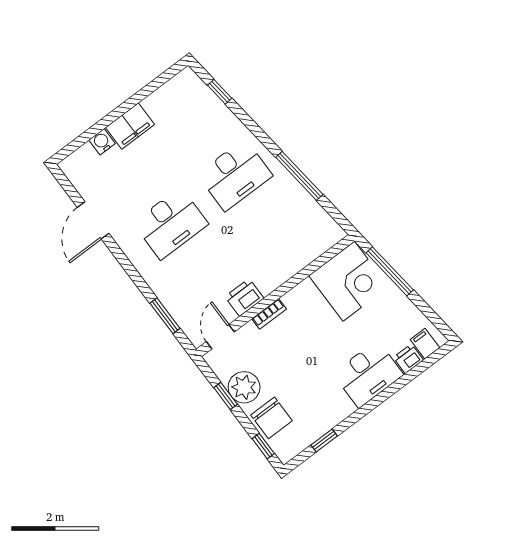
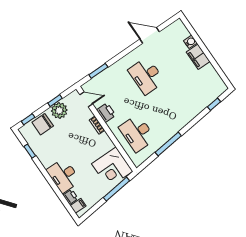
desk: (235, 175) -> (137, 133), moved

